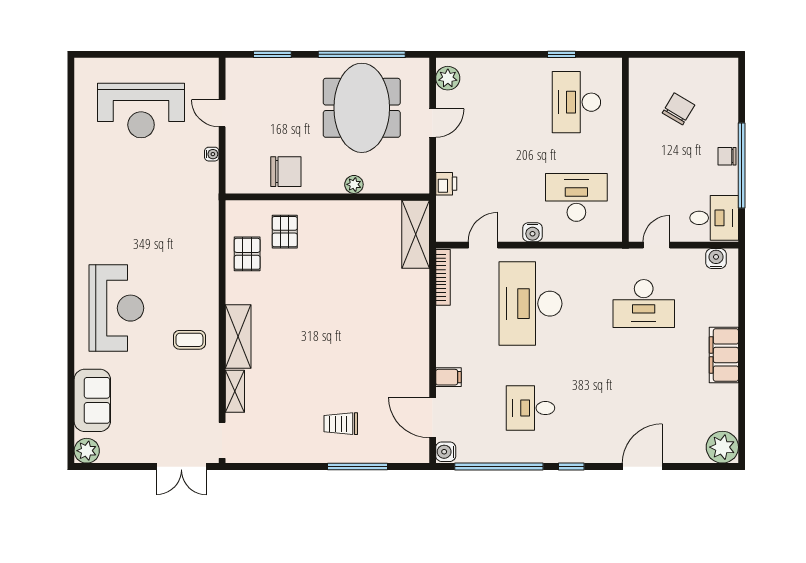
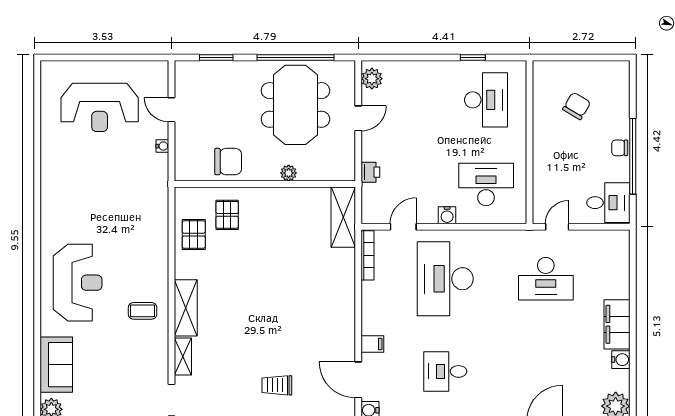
desk: (576, 102) -> (486, 100), turned 180
water cooler: (716, 259) -> (621, 360), moved, turned 90

